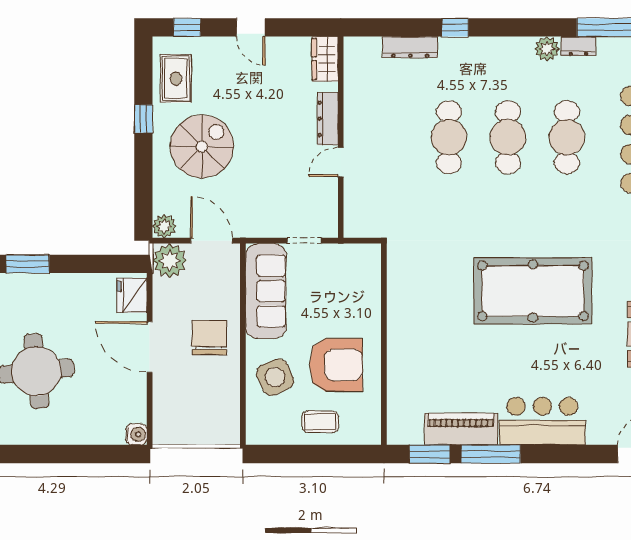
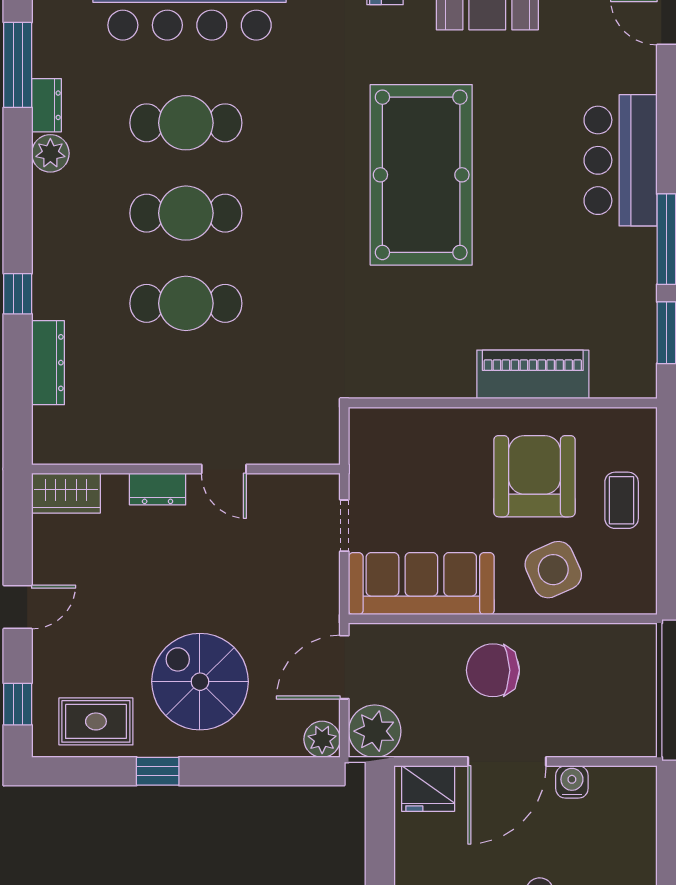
dresser: (328, 119) -> (158, 489), width x0.70
piano: (461, 429) -> (533, 374), moved, turned 90
water cooler: (136, 434) -> (572, 782), moved

